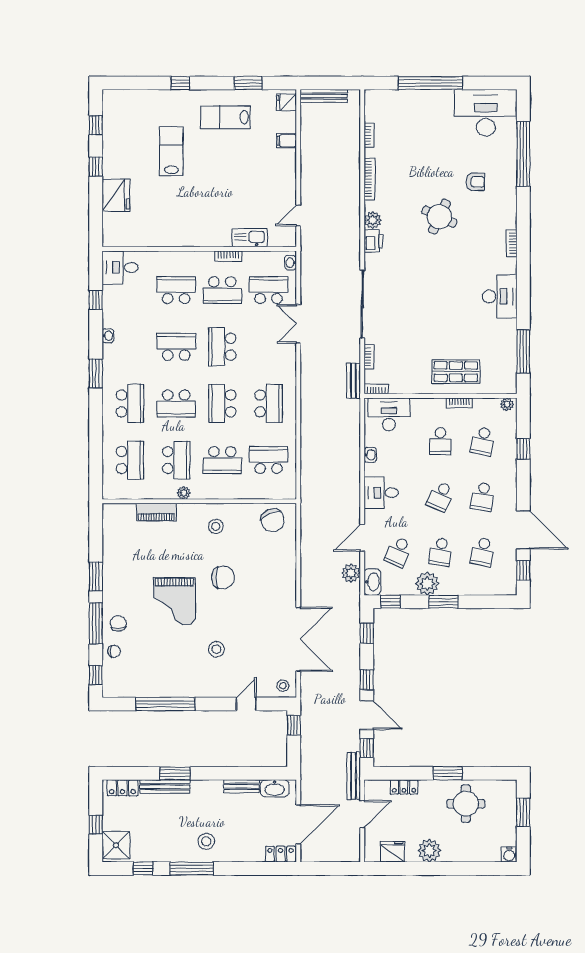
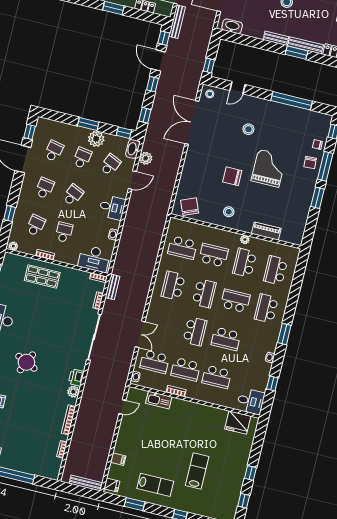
lab bench: (171, 151) -> (197, 471), turned 180
fridge: (116, 195) -> (238, 423), moved, turned -90
round table: (439, 217) -> (26, 362), moved
school desk: (222, 290) -> (186, 369), turned 180
bench: (242, 786) -> (276, 38), moved

